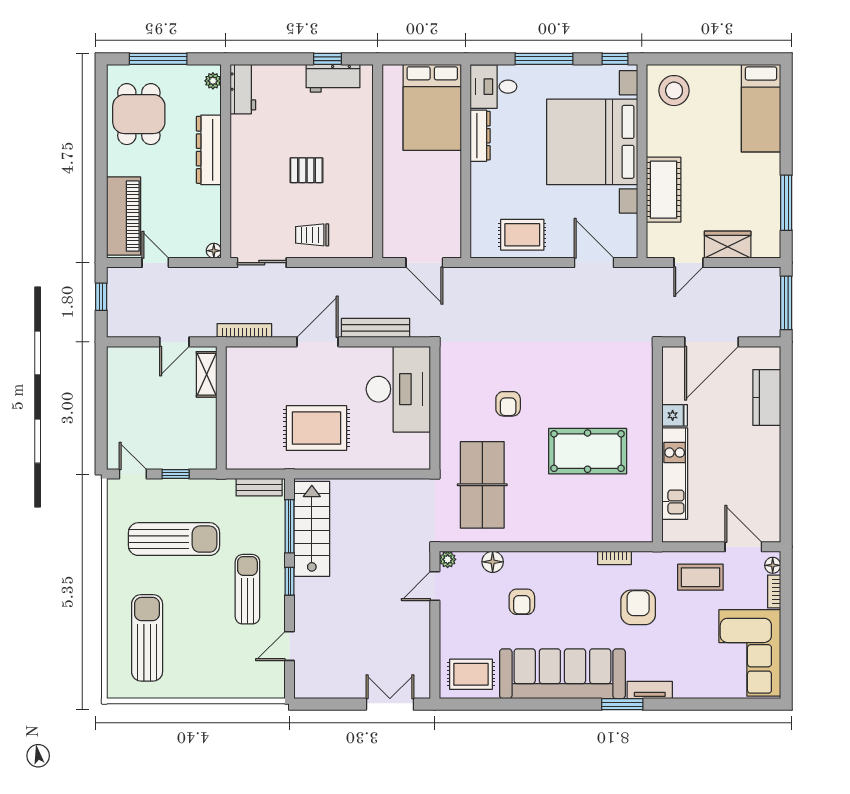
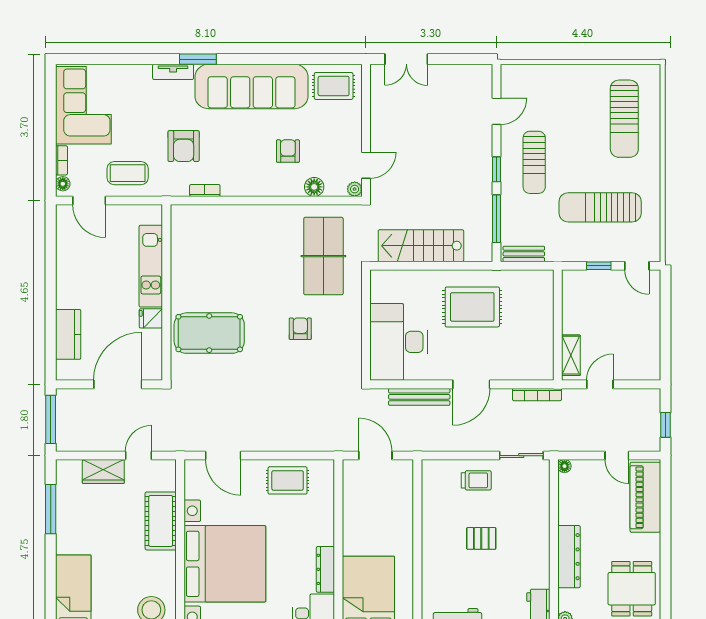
pool table: (588, 451) -> (209, 333), moved
stairs: (312, 529) -> (421, 246), moved, turned 90

